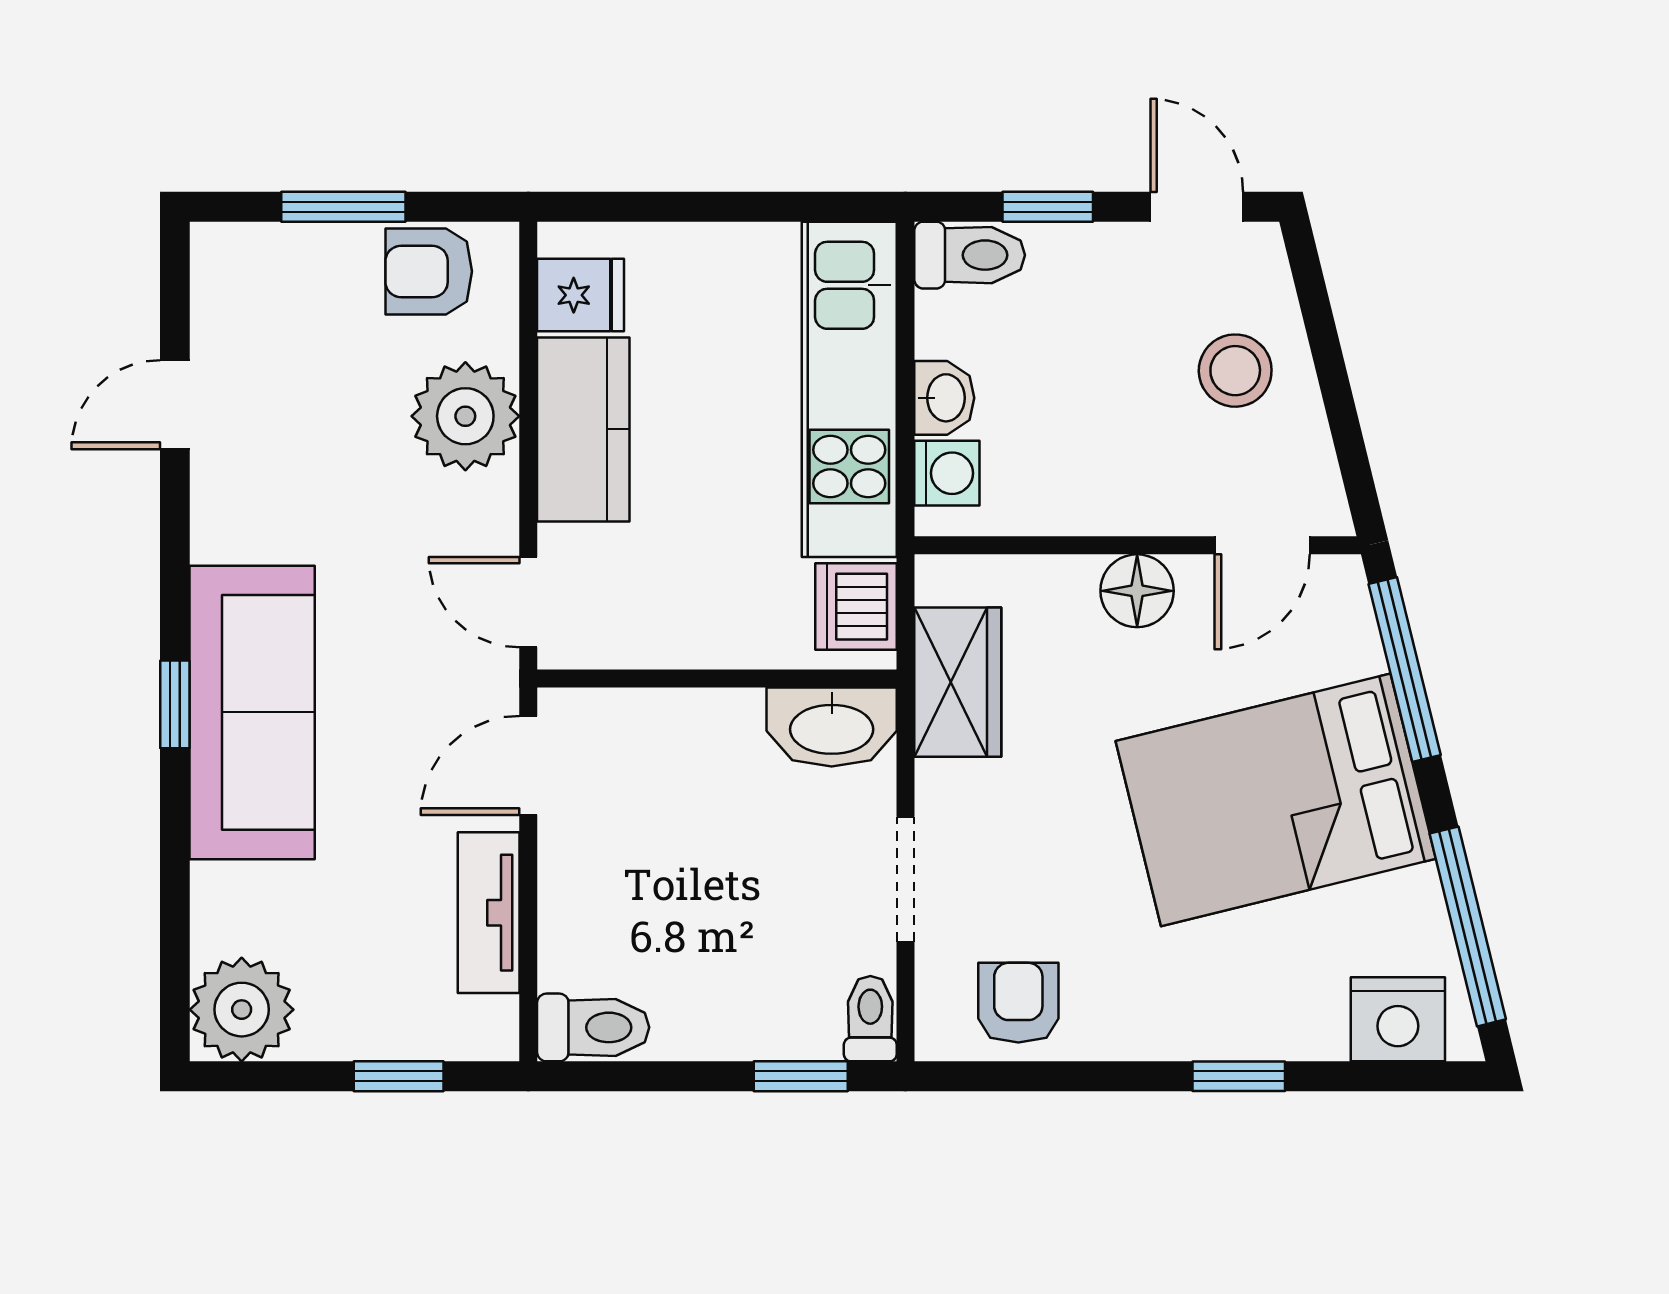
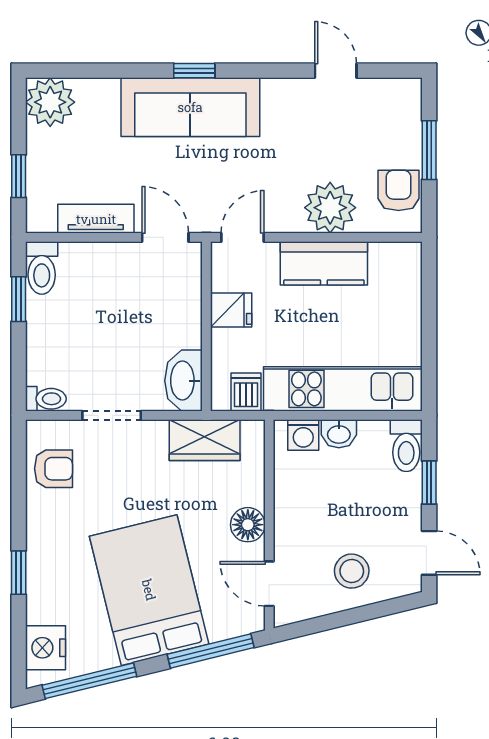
door: (1197, 207) -> (429, 553), hinge flipped
fridge: (581, 295) -> (231, 310), moved, turned -90
dishwasher: (856, 607) -> (246, 392), width x0.73
window: (801, 1076) -> (19, 299), moved

